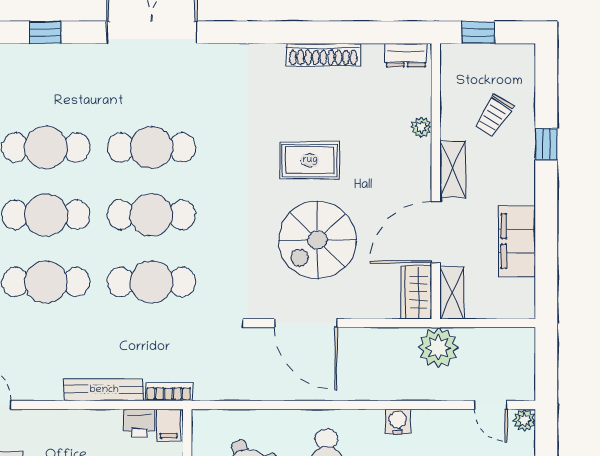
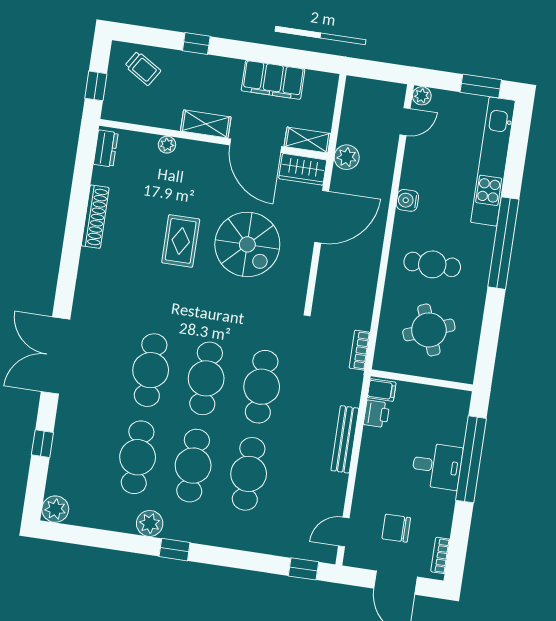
trolley: (494, 115) -> (143, 68), moved
door: (306, 323) -> (322, 217), moved
plant: (438, 348) -> (347, 157), width x0.73, depth x0.73
bookcase: (169, 392) -> (360, 350), moved

